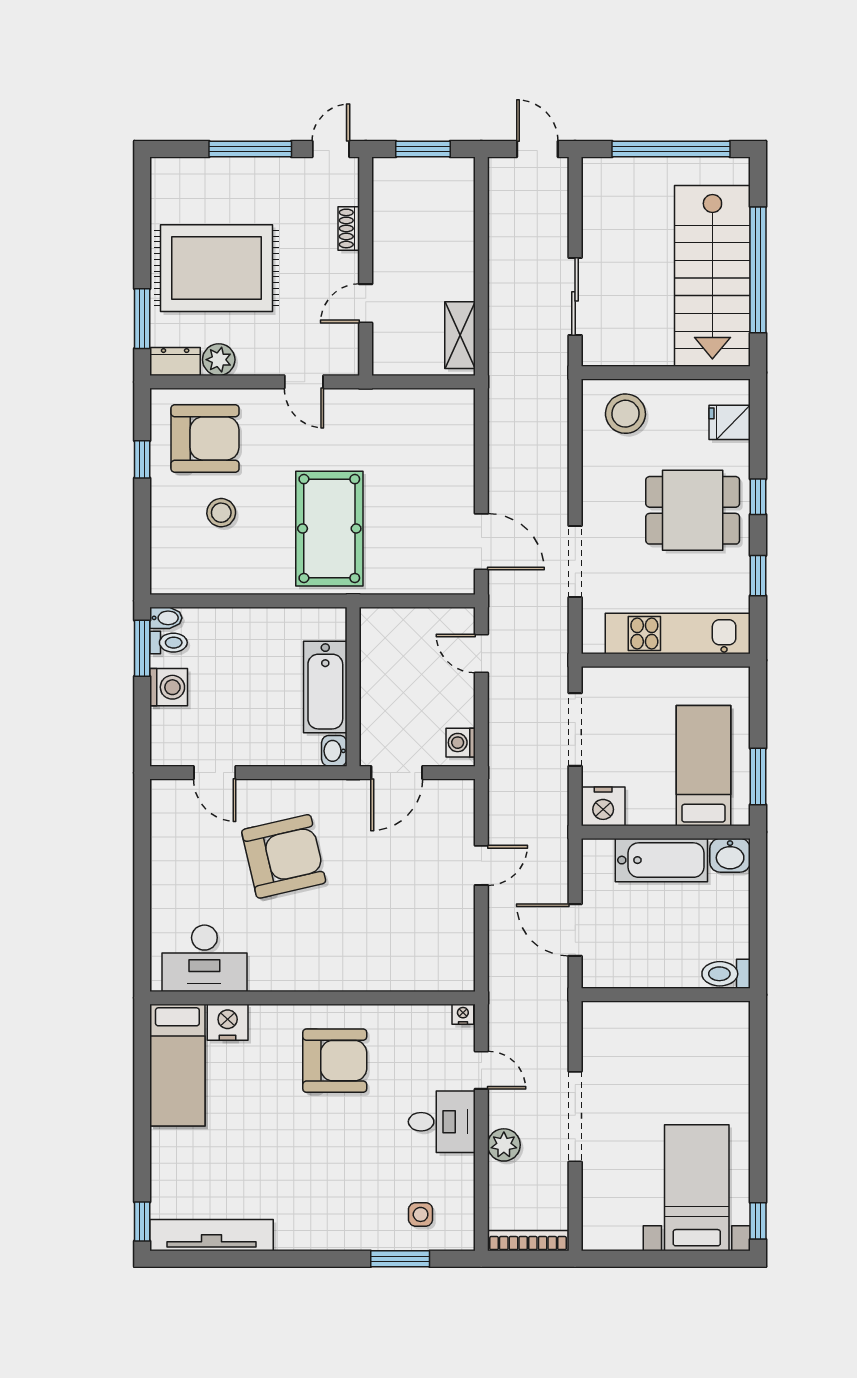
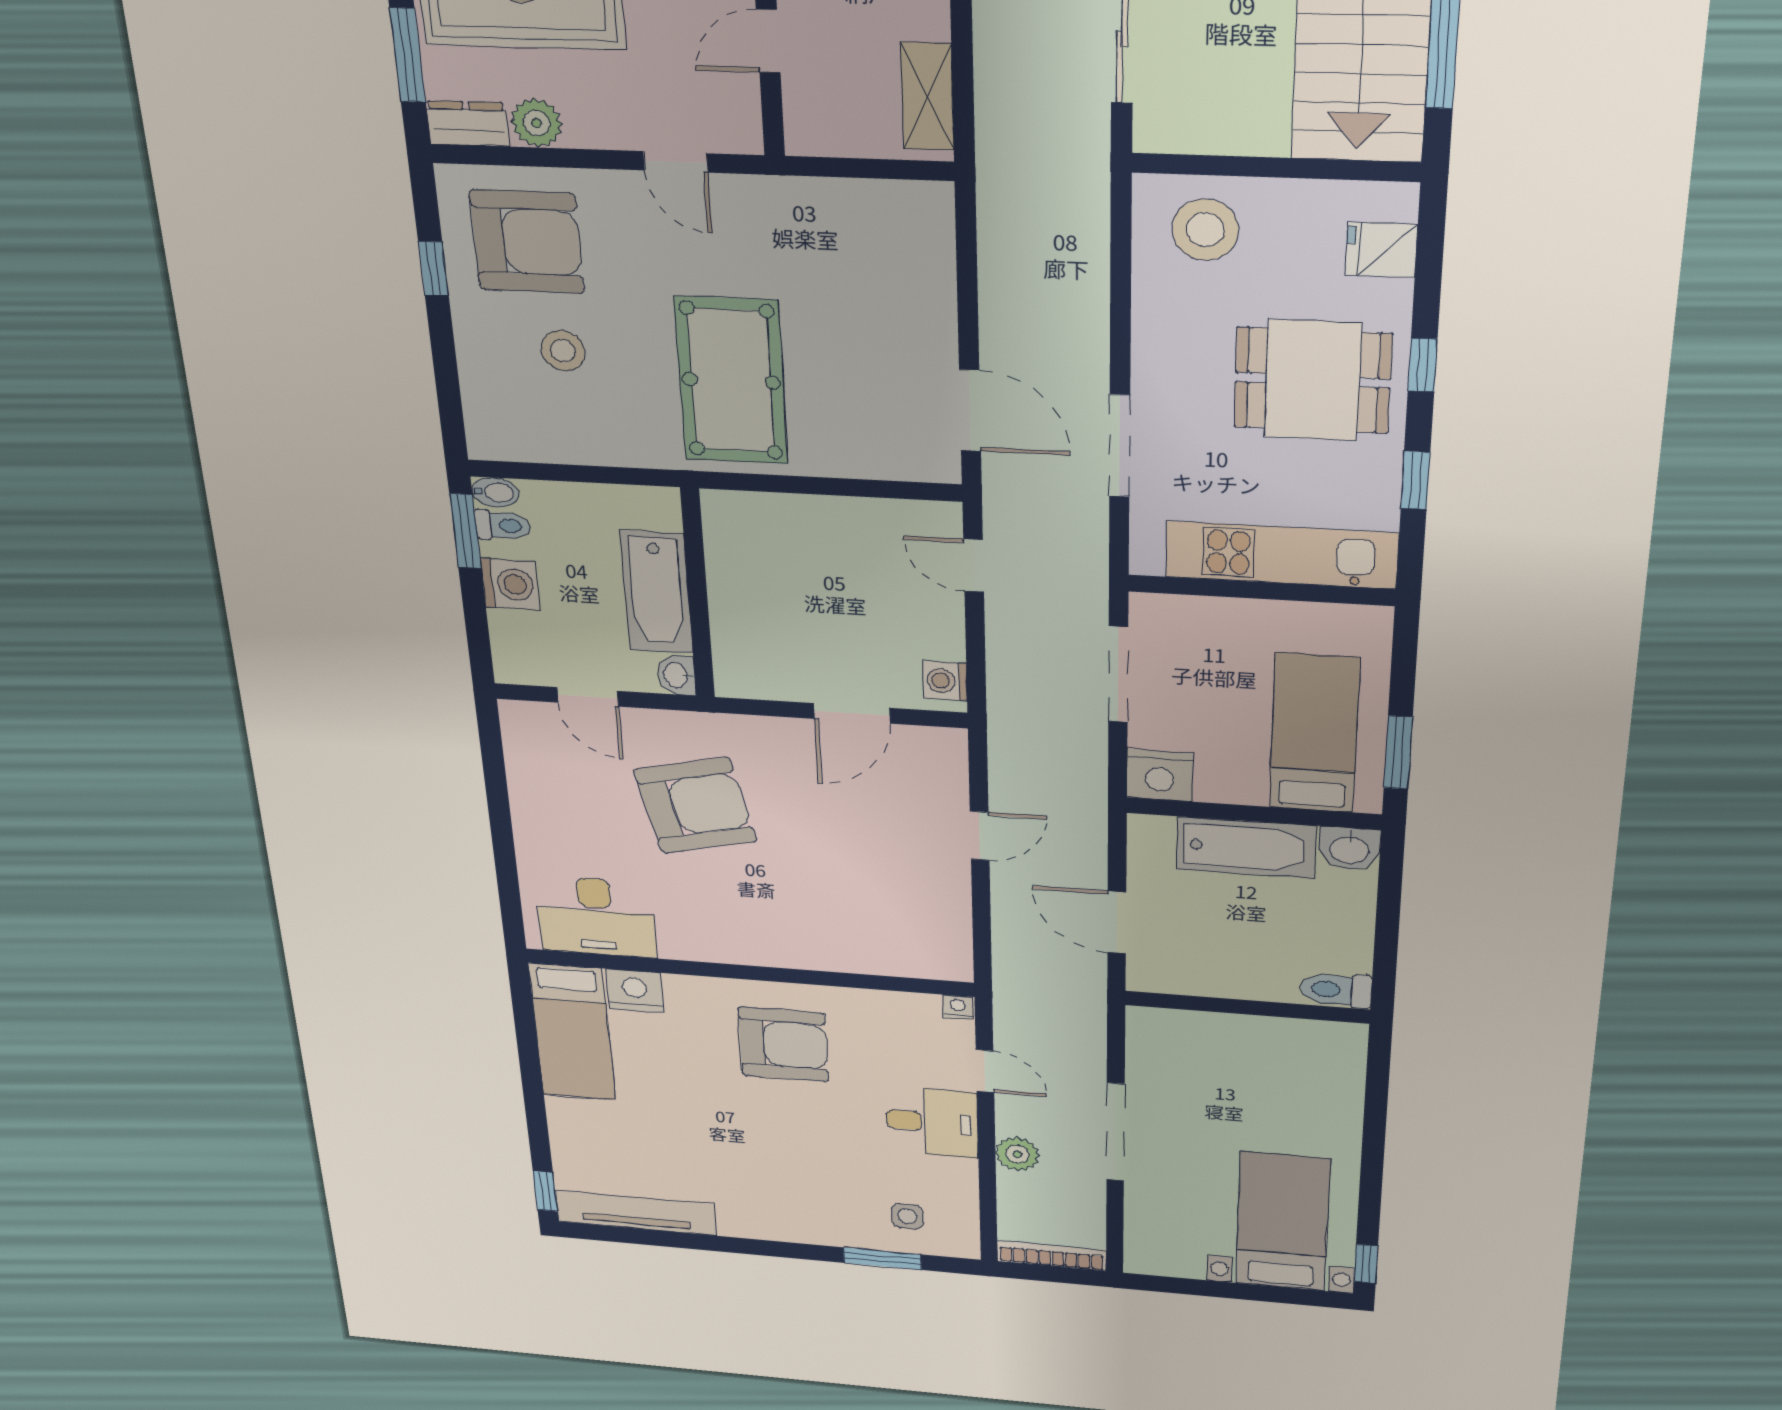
bathtub: (325, 687) -> (657, 592), moved
wall: (353, 687) -> (698, 594), moved
washbasin: (334, 751) -> (677, 675), moved

